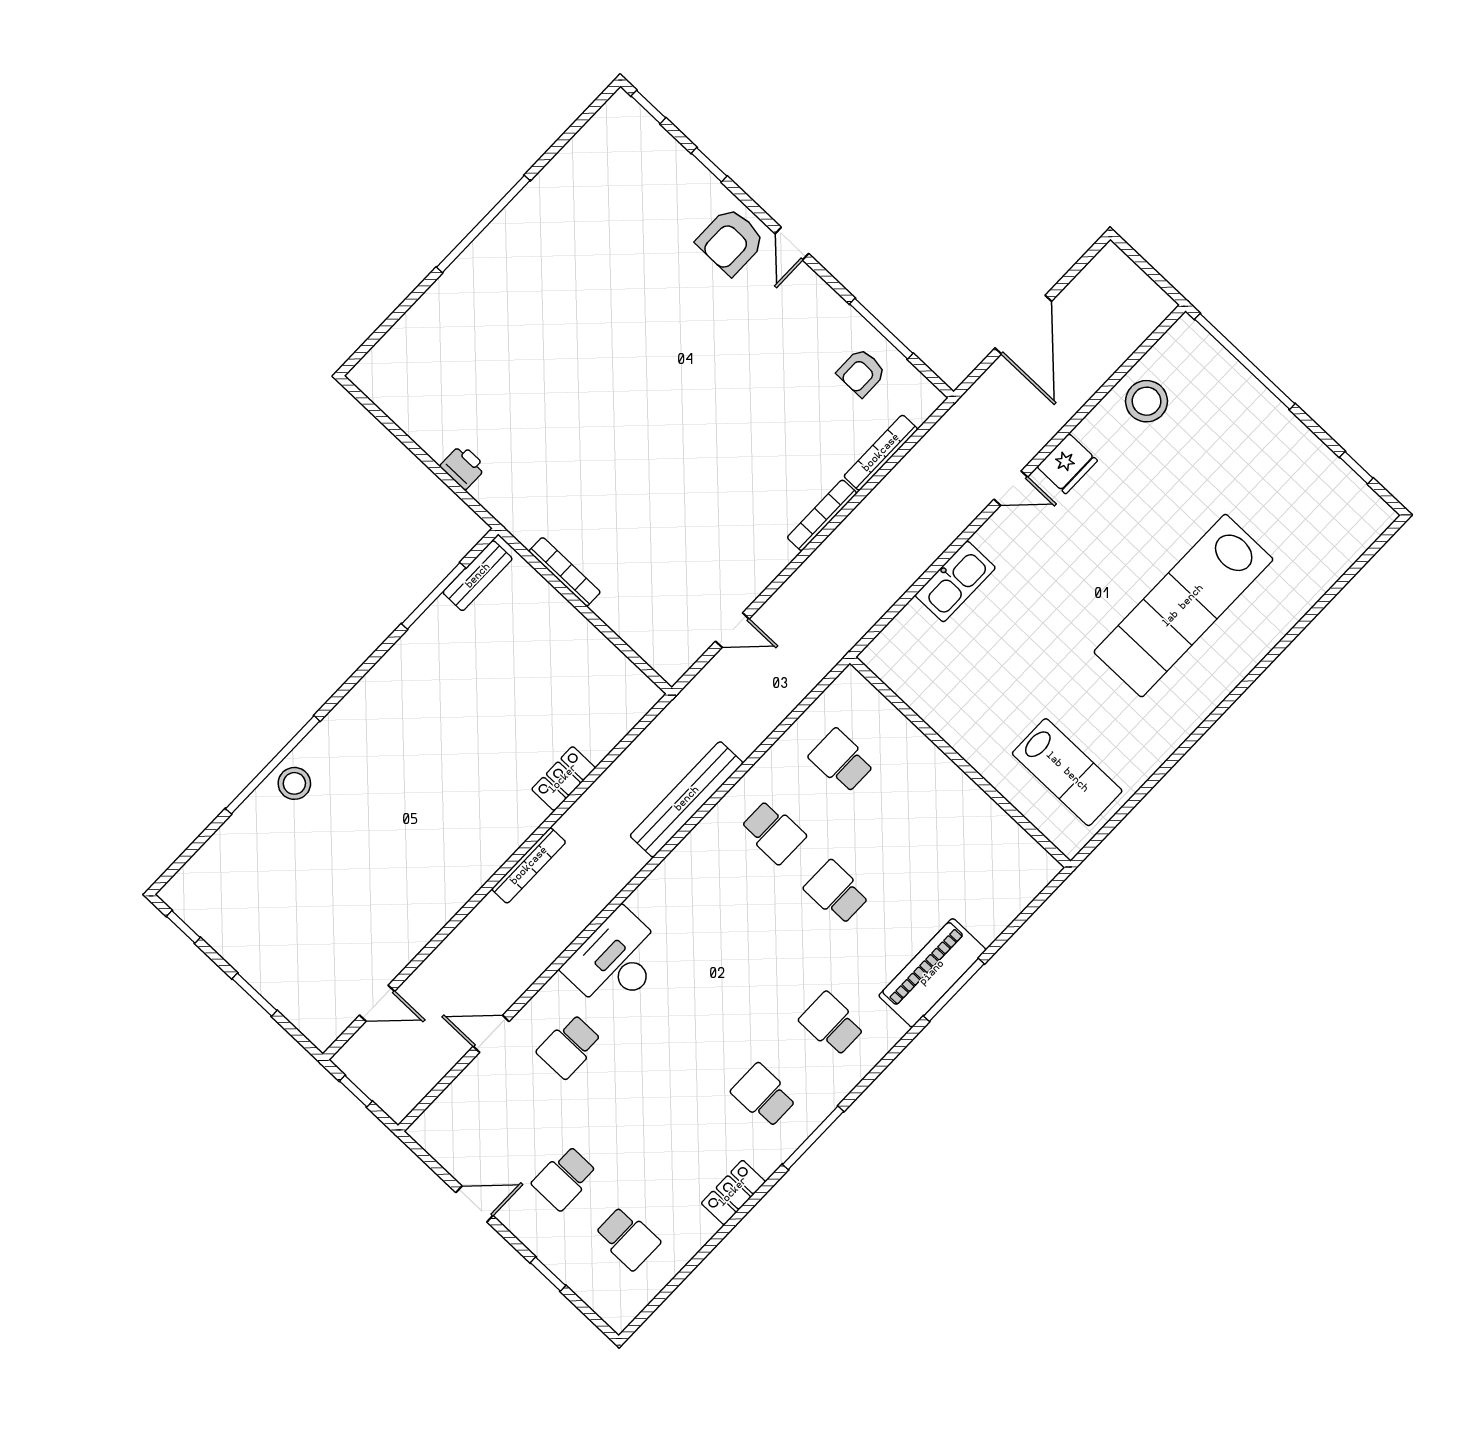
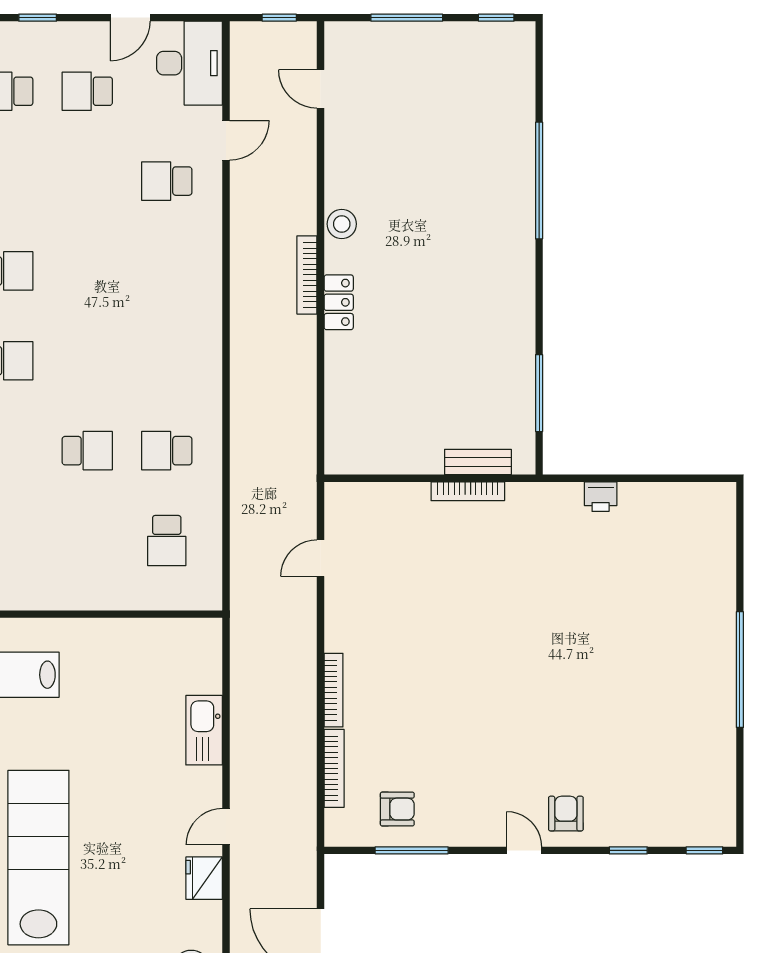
armchair: (731, 241) -> (566, 814), width x0.72, depth x0.72
armchair: (861, 372) -> (397, 809), turned 90
bench: (478, 576) -> (478, 462), moved, turned 90
school desk: (841, 761) -> (167, 540), turned 90
locker: (563, 779) -> (339, 302), moved
stool: (294, 783) -> (342, 224), moved
bench: (687, 799) -> (244, 418), removed
desk: (616, 961) -> (190, 63), moved
window: (255, 995) -> (407, 18), width x1.44
door: (377, 1003) -> (321, 89), hinge flipped
school desk: (569, 1046) -> (167, 181), turned -90
school desk: (564, 1178) -> (87, 91), turned -90

